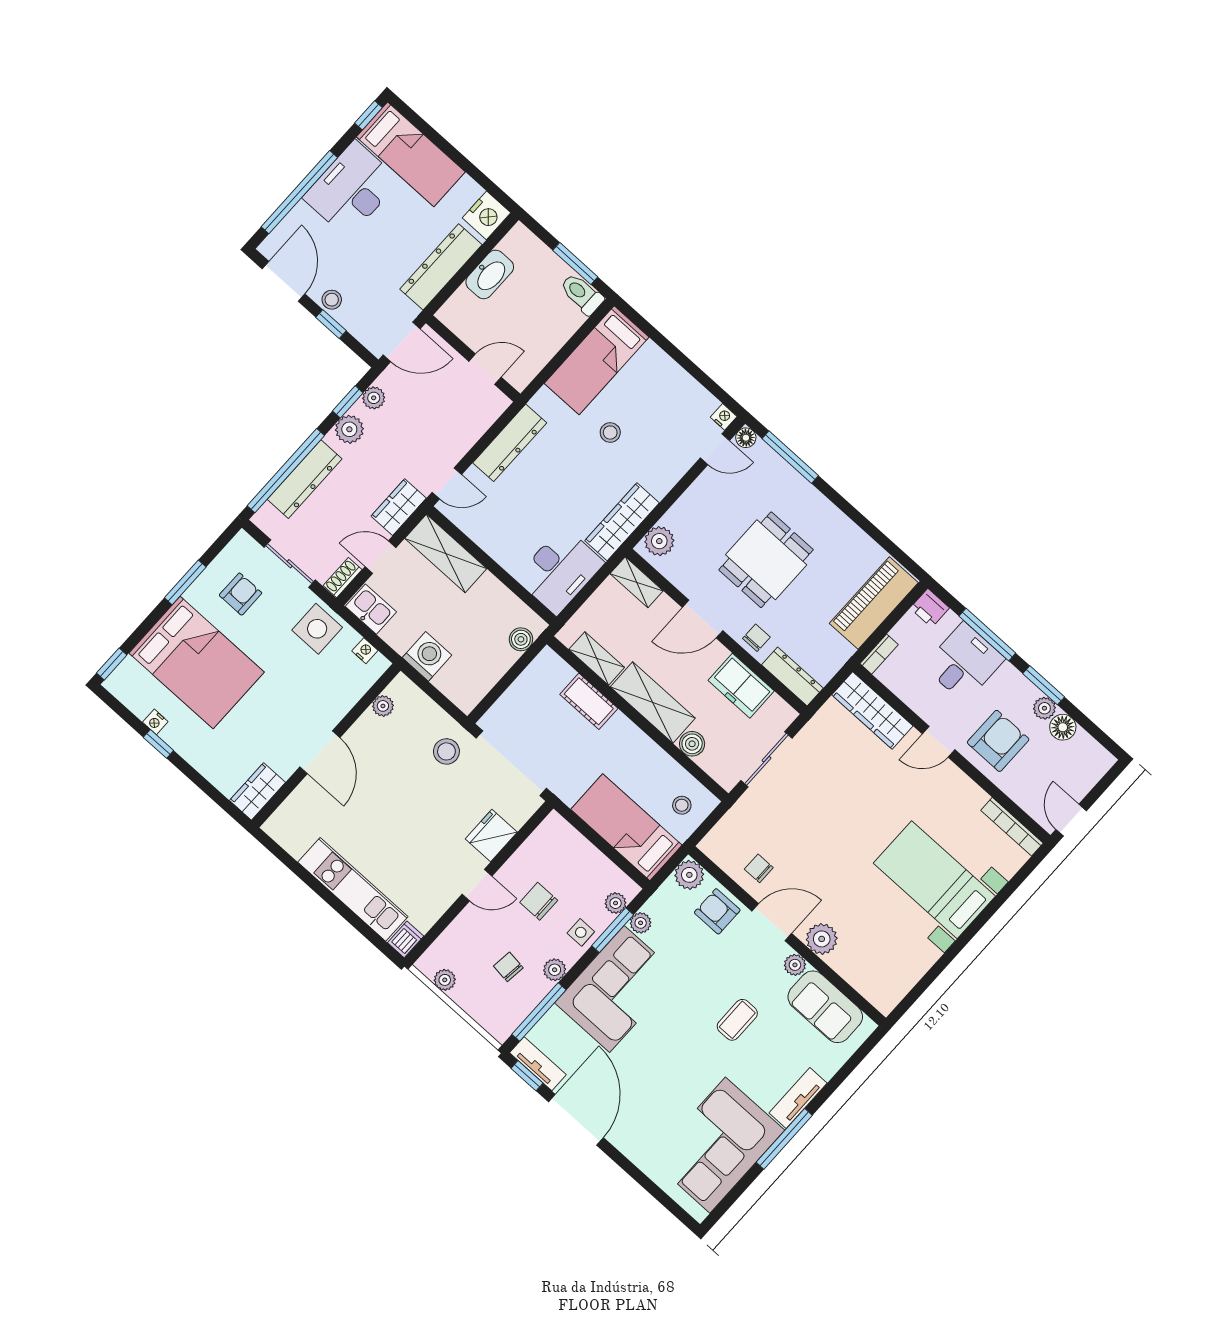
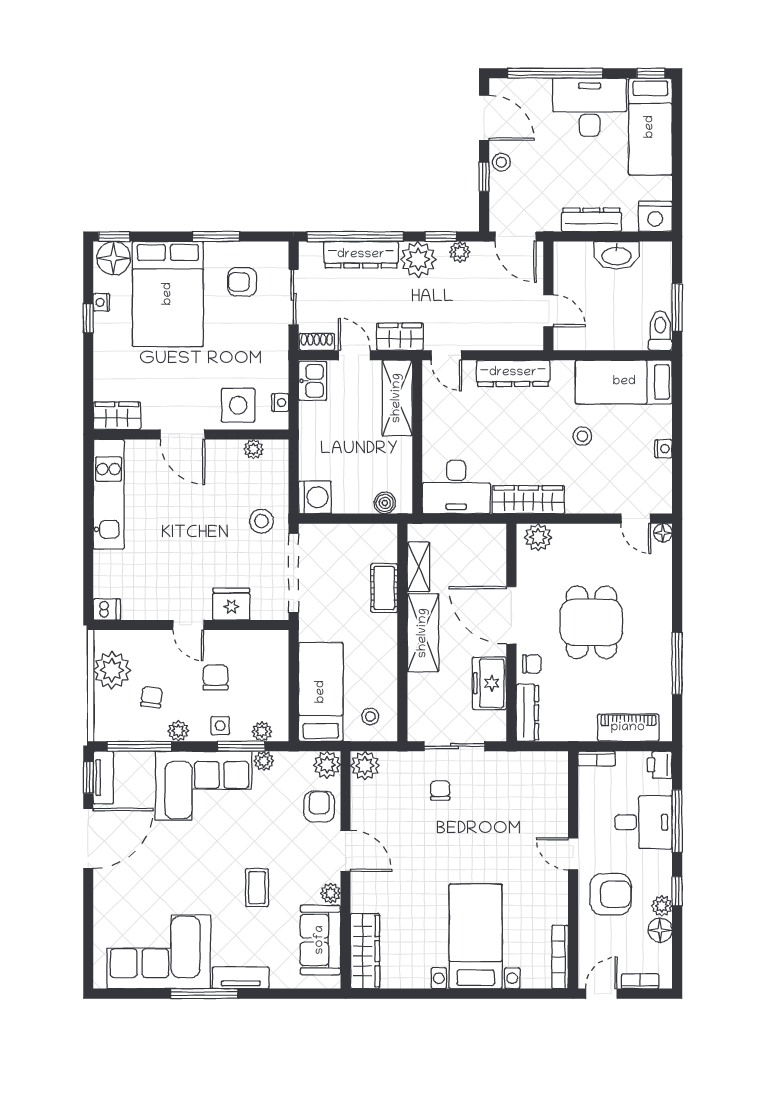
dresser: (441, 267) -> (592, 220), width x0.73, depth x0.80
door: (284, 281) -> (484, 118), hinge flipped
nightstand: (724, 417) -> (664, 449), moved
plant: (349, 429) -> (418, 259), width x1.36, depth x1.36
window: (790, 457) -> (677, 663), moved
dining table: (766, 560) -> (591, 622), turned 90
shelving: (637, 582) -> (496, 547), removed
armchair: (241, 594) -> (242, 282), turned 180
piano: (874, 603) -> (628, 728), width x0.73, depth x0.75
door: (703, 619) -> (511, 615), width x1.36
side table: (317, 629) -> (238, 405), moved
washing machine: (427, 656) -> (315, 497), moved
floor lamp: (129, 680) -> (114, 258), added
window: (1044, 685) -> (677, 891), width x0.67
wardrobe: (872, 710) -> (365, 951), moved, turned 180
boiler: (692, 744) -> (419, 685), removed
door: (320, 752) -> (183, 434), hinge flipped
bookcase: (1089, 780) -> (640, 981), added
chair: (759, 868) -> (440, 791), moved
kitchen unit: (353, 889) -> (109, 494), moved
plant: (822, 939) -> (365, 766), moved
plant: (445, 980) -> (112, 670), width x1.88, depth x1.88
coffee table: (737, 1020) -> (257, 888), turned 90

